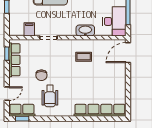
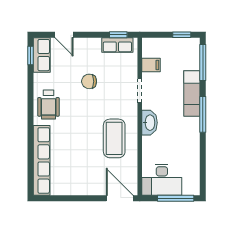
washbasin: (85, 30) -> (150, 123), moved
coffee table: (84, 57) -> (114, 138), width x1.86, depth x1.72
row of seats: (14, 60) -> (117, 45), width x0.68
wheelchair: (50, 96) -> (48, 105), moved, turned -90

